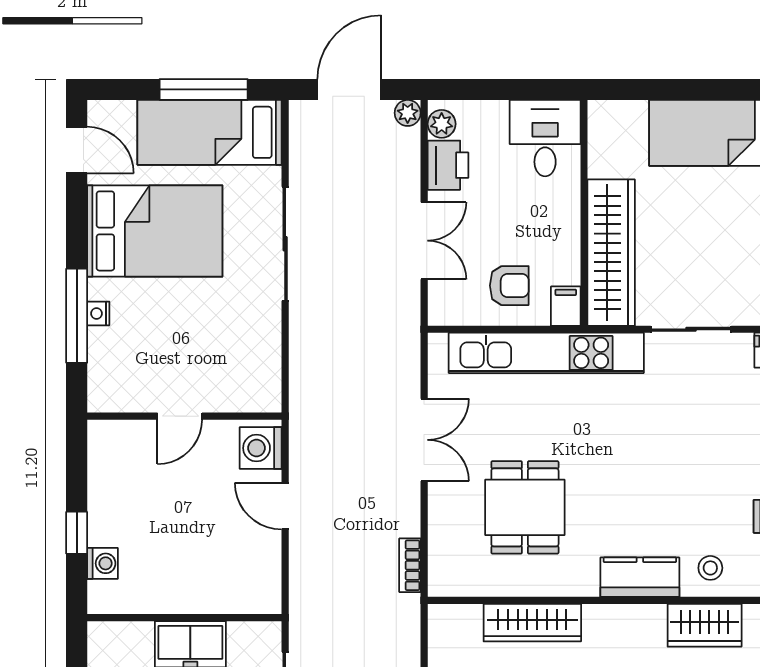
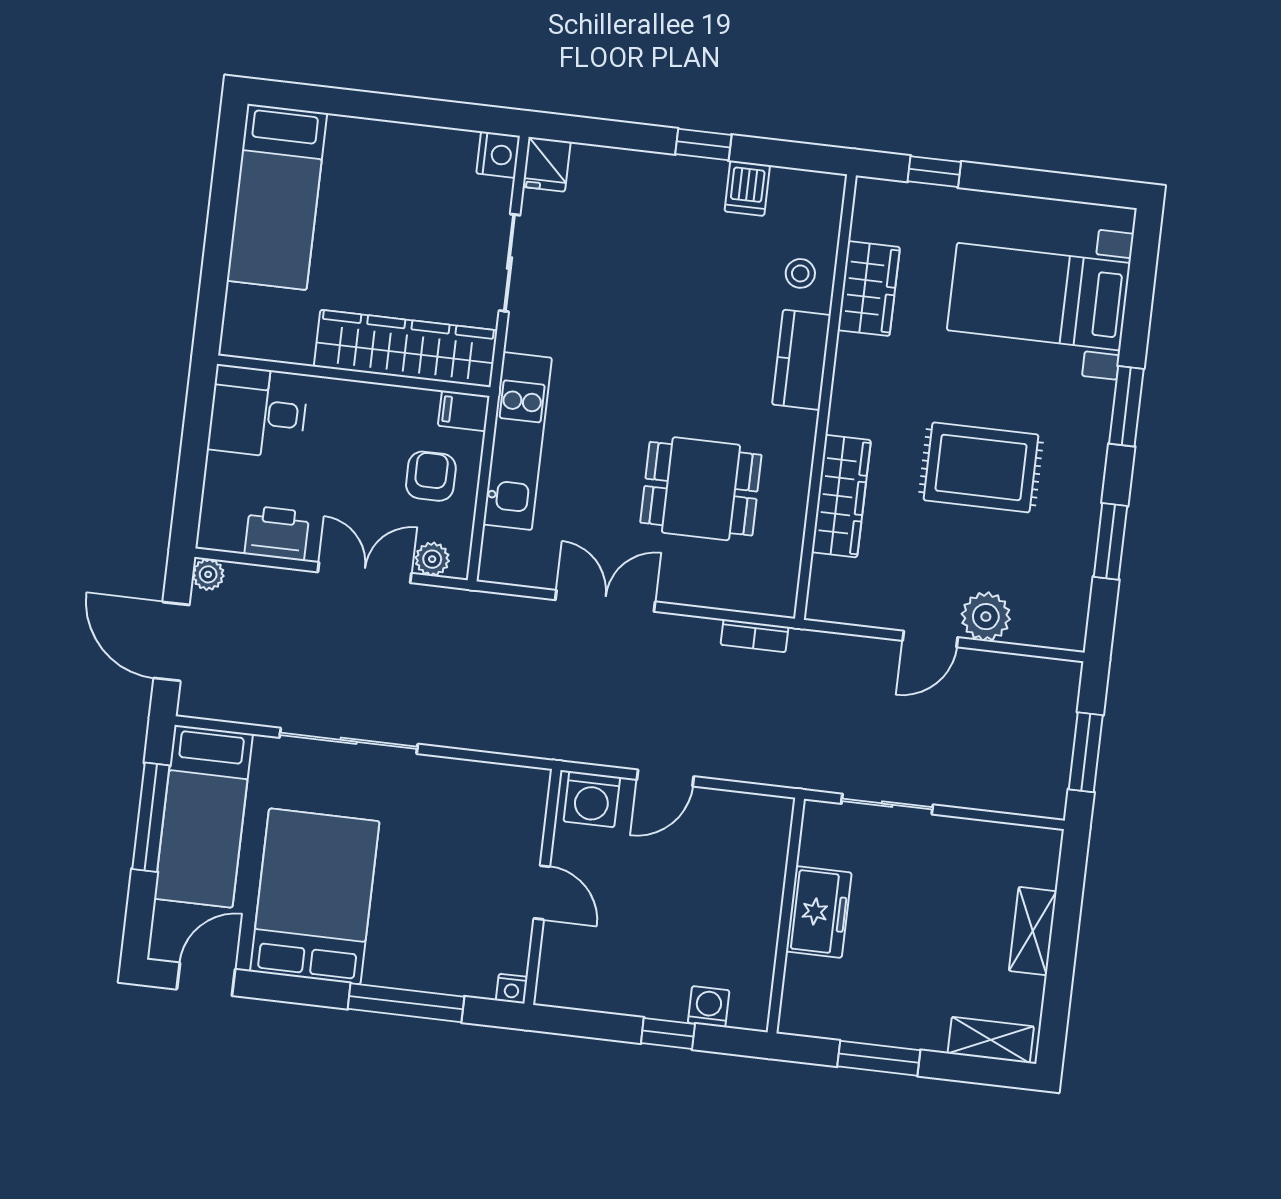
plant: (442, 124) -> (432, 559), moved
nightstand: (98, 313) -> (512, 989), moved
kitchen unit: (546, 353) -> (517, 441), width x0.73

